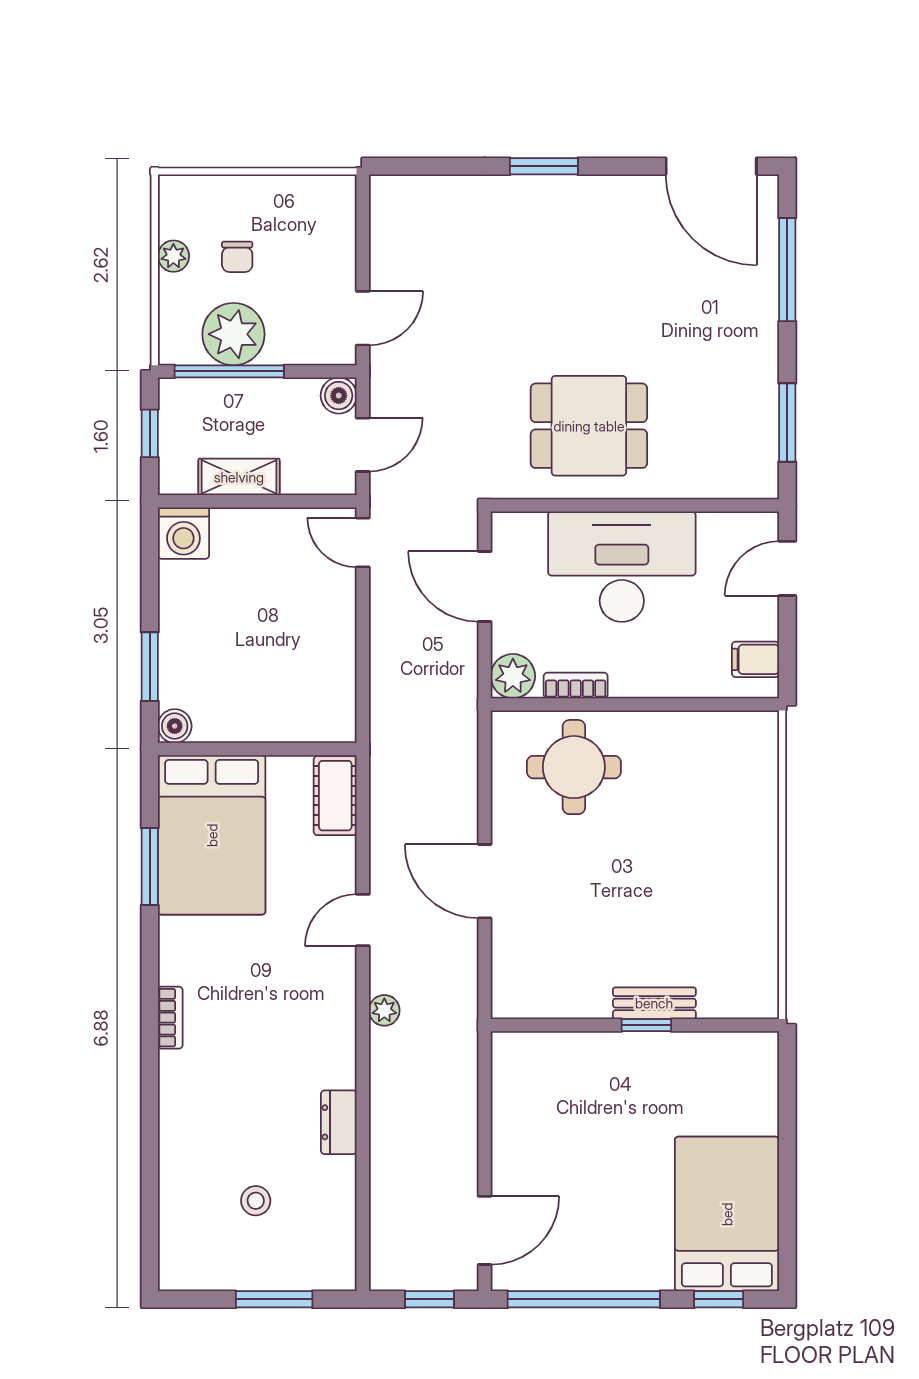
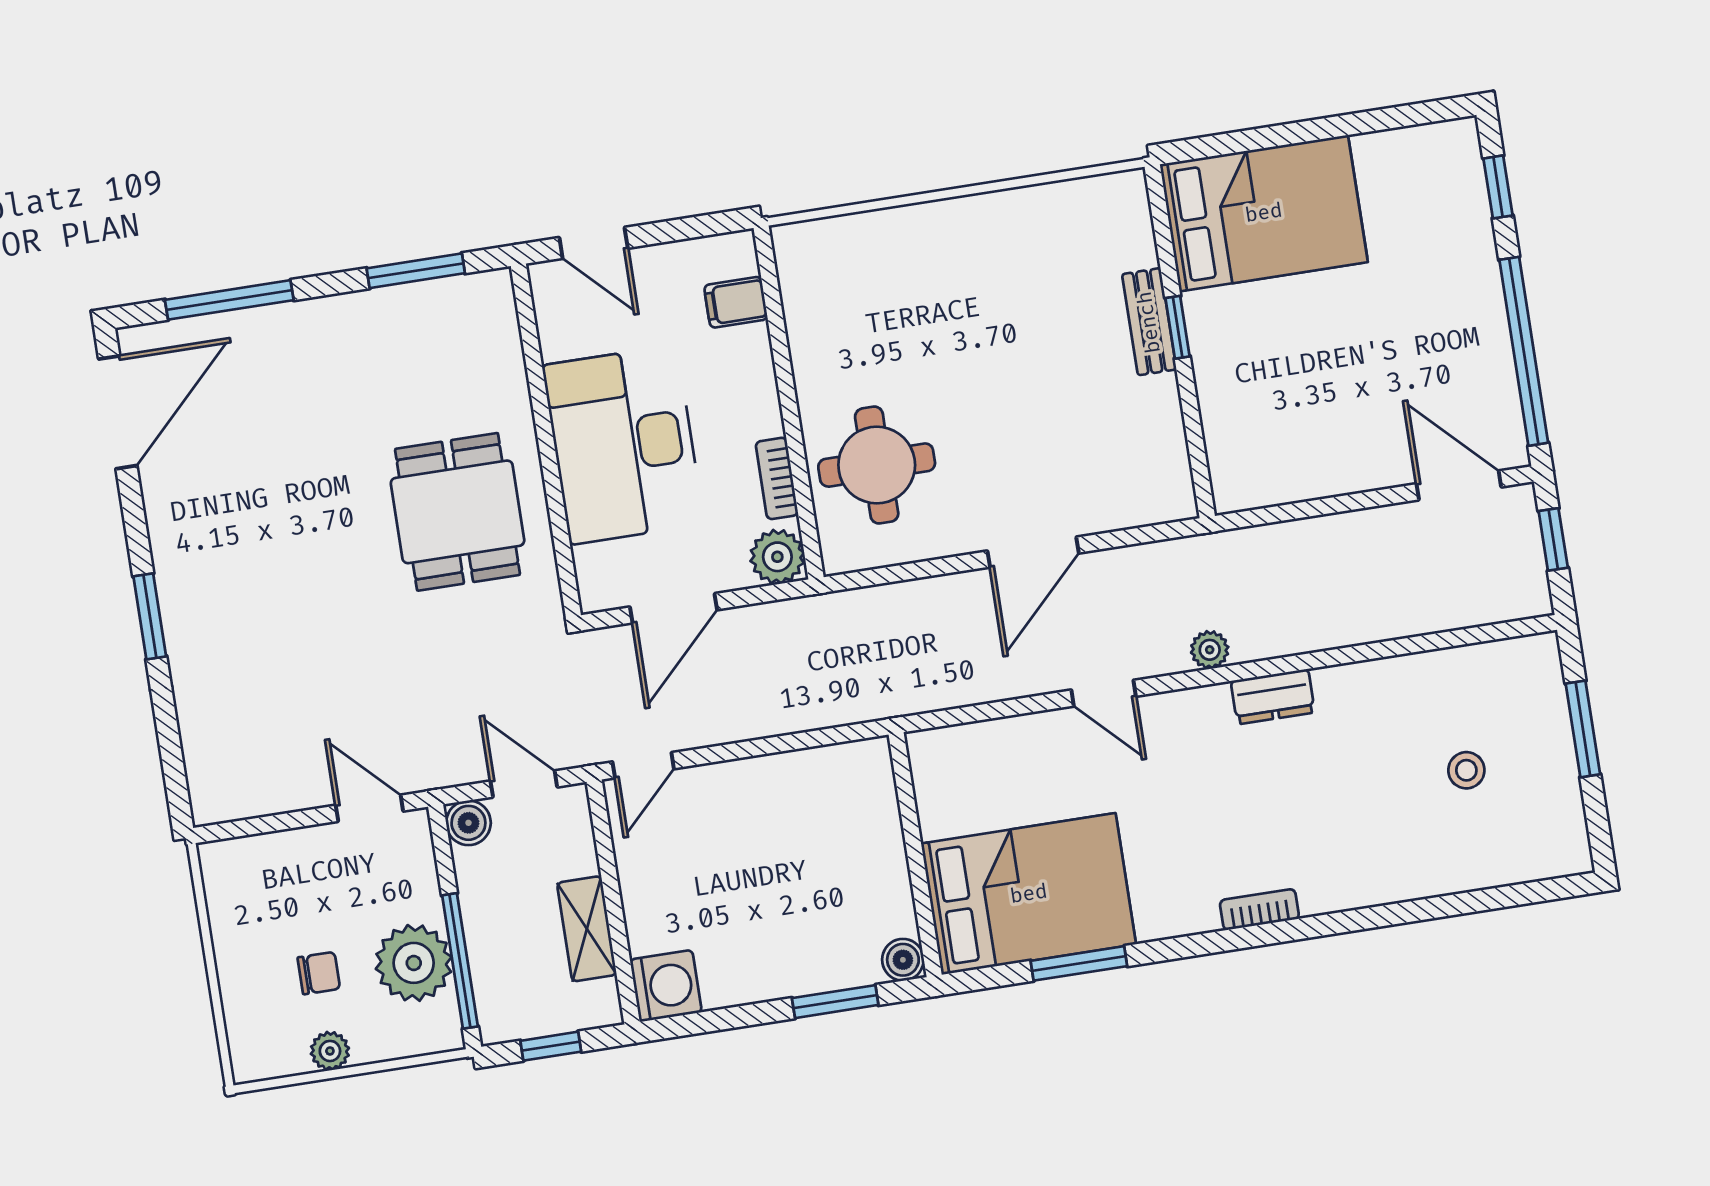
filing cabinet: (755, 659) -> (736, 302), moved, turned 90
cot: (335, 796) -> (957, 751), removed
dresser: (339, 1122) -> (1273, 697), moved
bed: (727, 1214) -> (1264, 213), moved, turned 180

